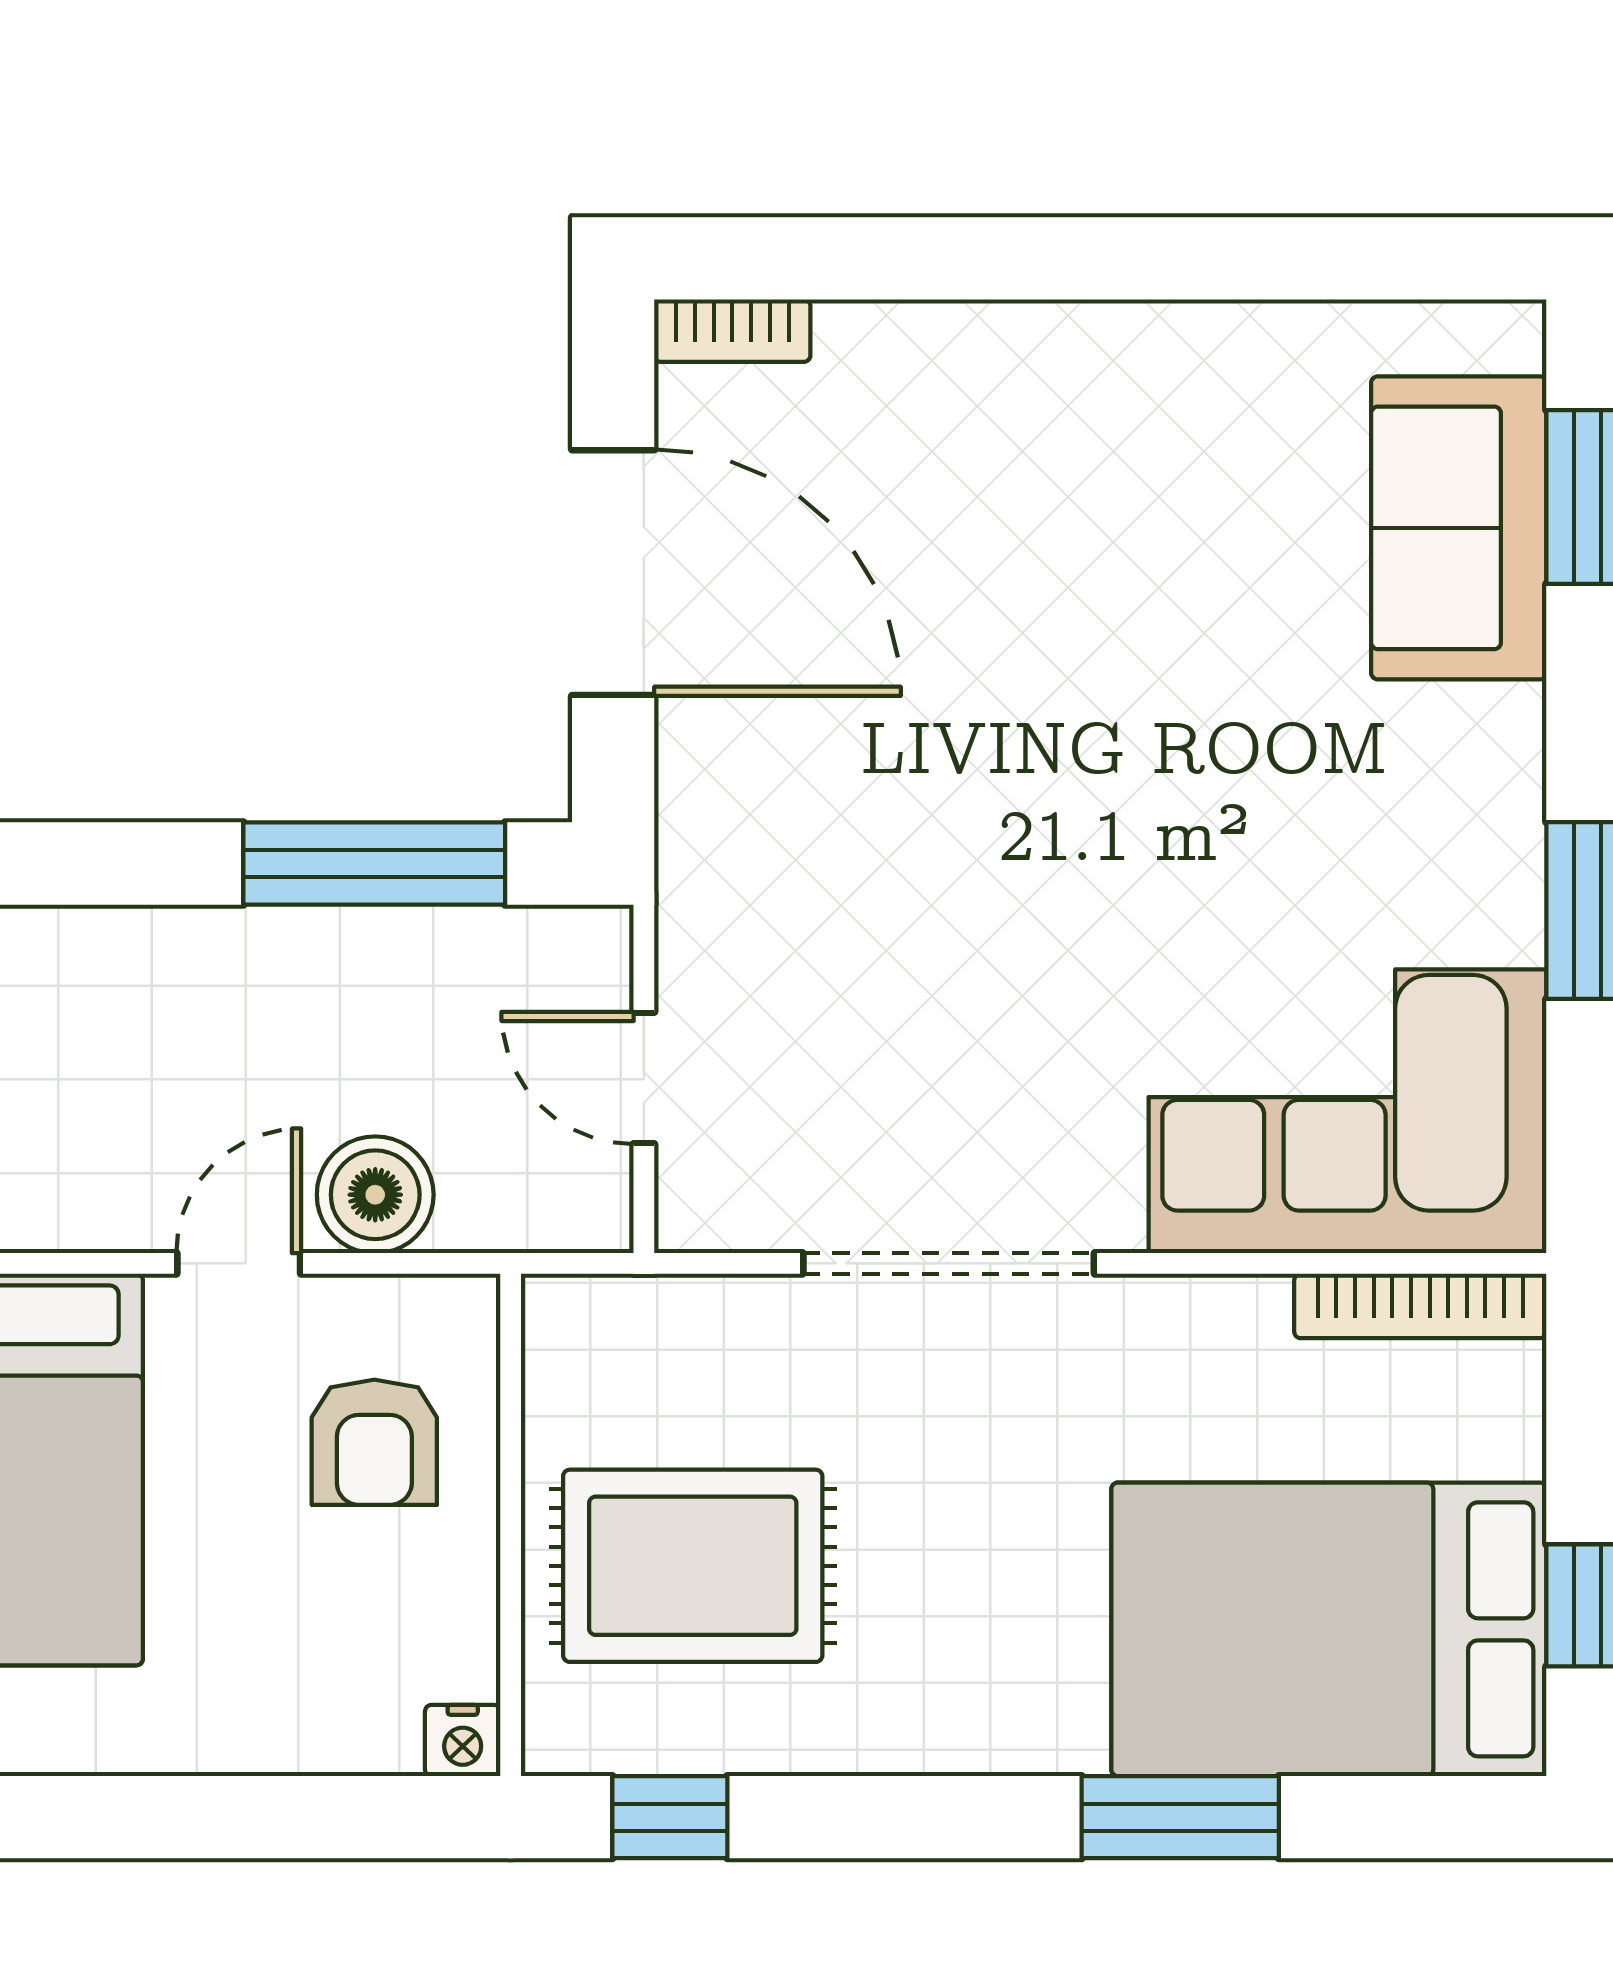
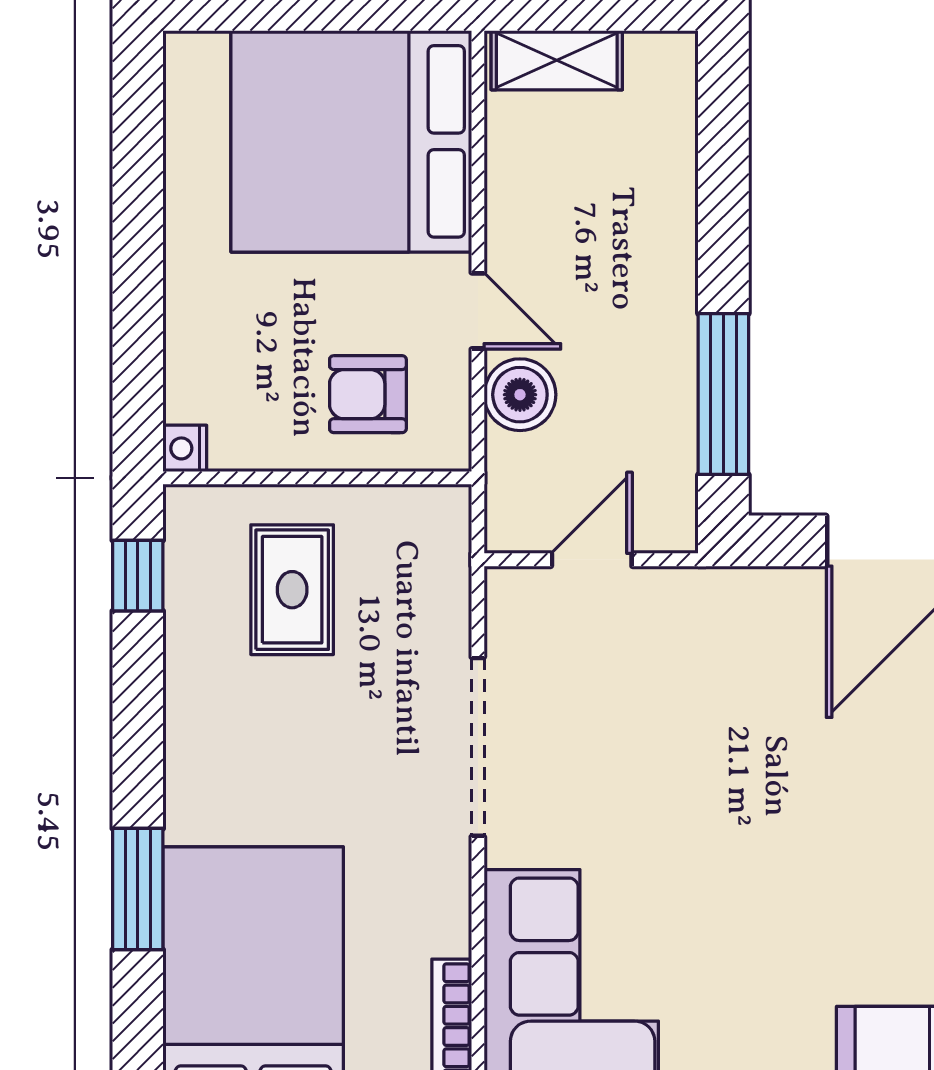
rug: (693, 1566) -> (292, 590), width x0.73, depth x0.70

